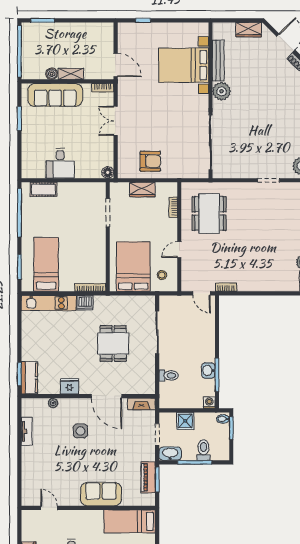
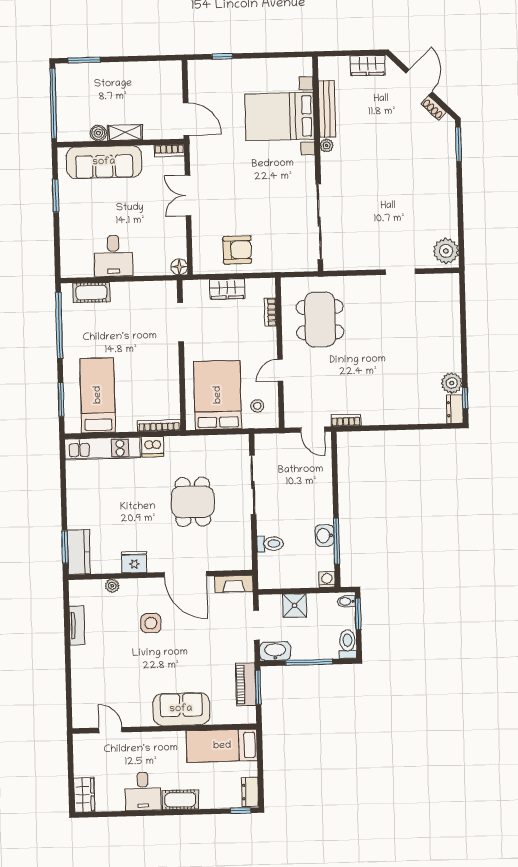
plant: (222, 91) -> (327, 145), width x0.53, depth x0.53
toilet: (203, 450) -> (347, 644), moved

